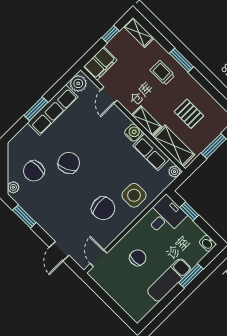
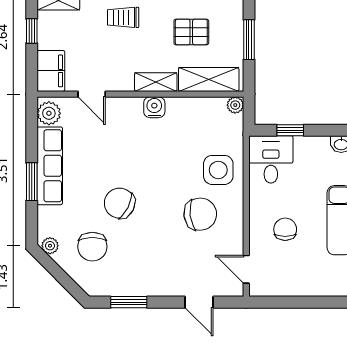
row of seats: (151, 152) -> (192, 109), removed
chair: (69, 163) -> (120, 203), turned -38
plant: (13, 187) -> (50, 246), moved

